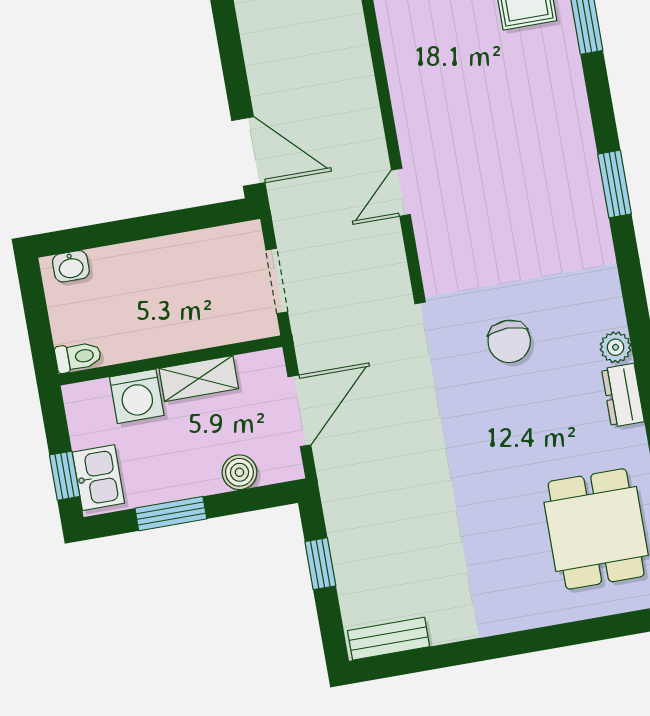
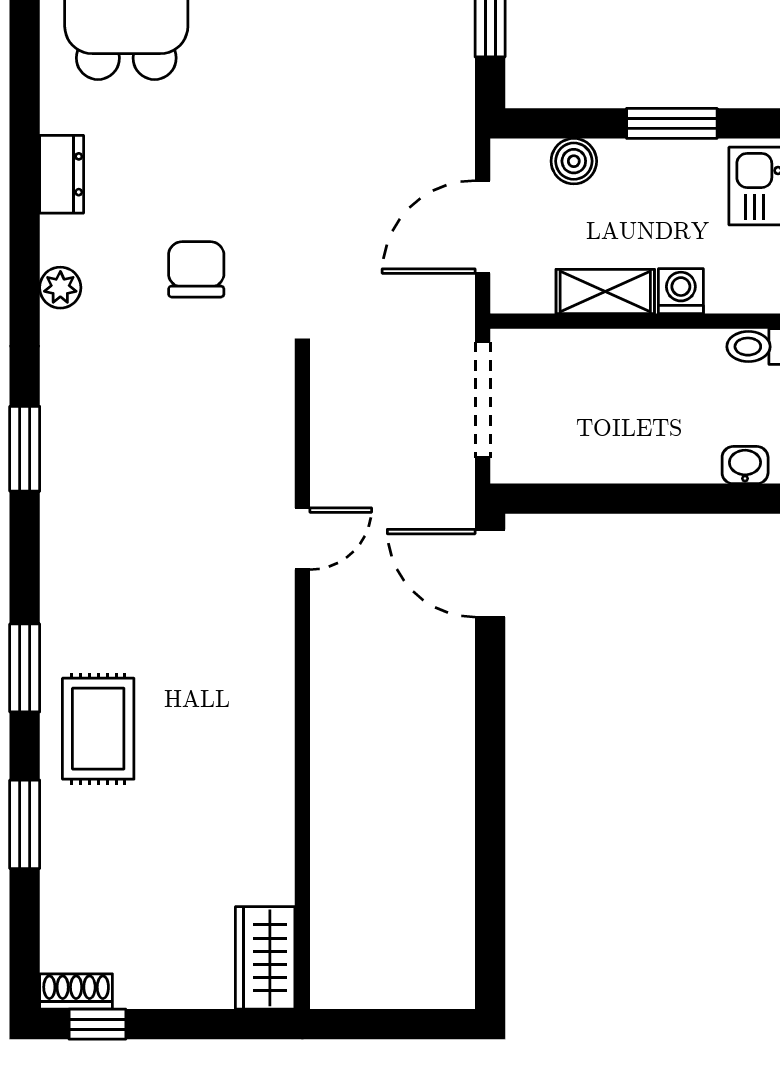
door: (401, 192) -> (302, 539), moved
doorway: (277, 281) -> (483, 400), width x1.38
plant: (616, 347) -> (60, 288), moved
washing machine: (137, 396) -> (681, 291), width x0.73, depth x0.73

